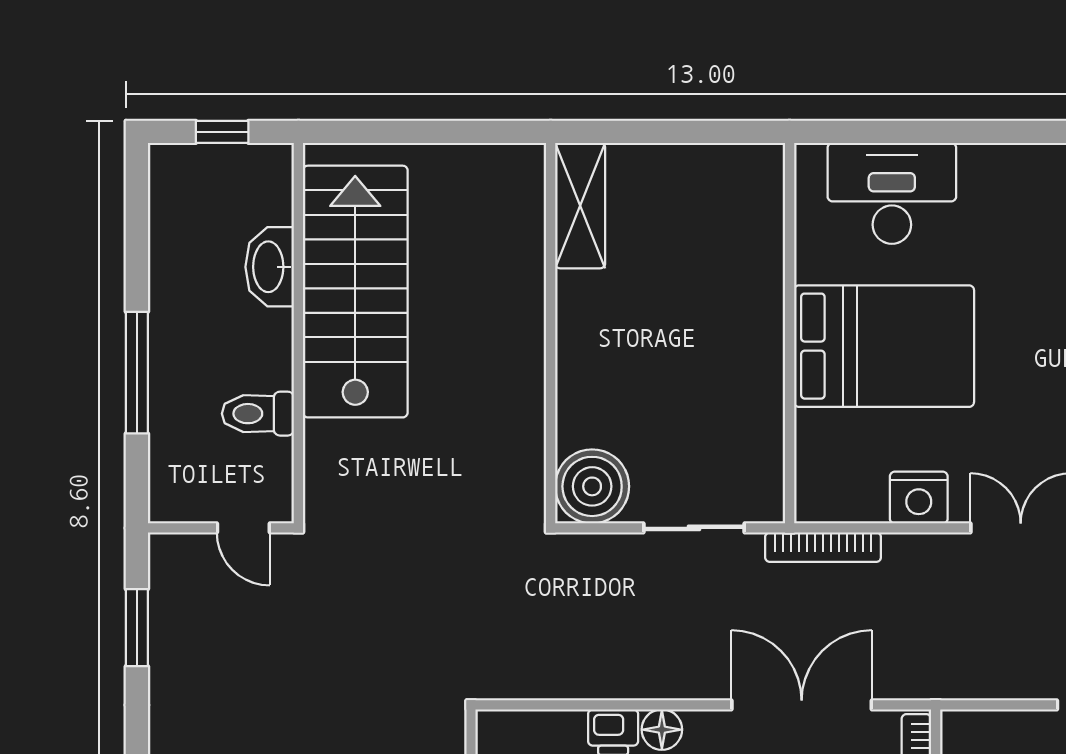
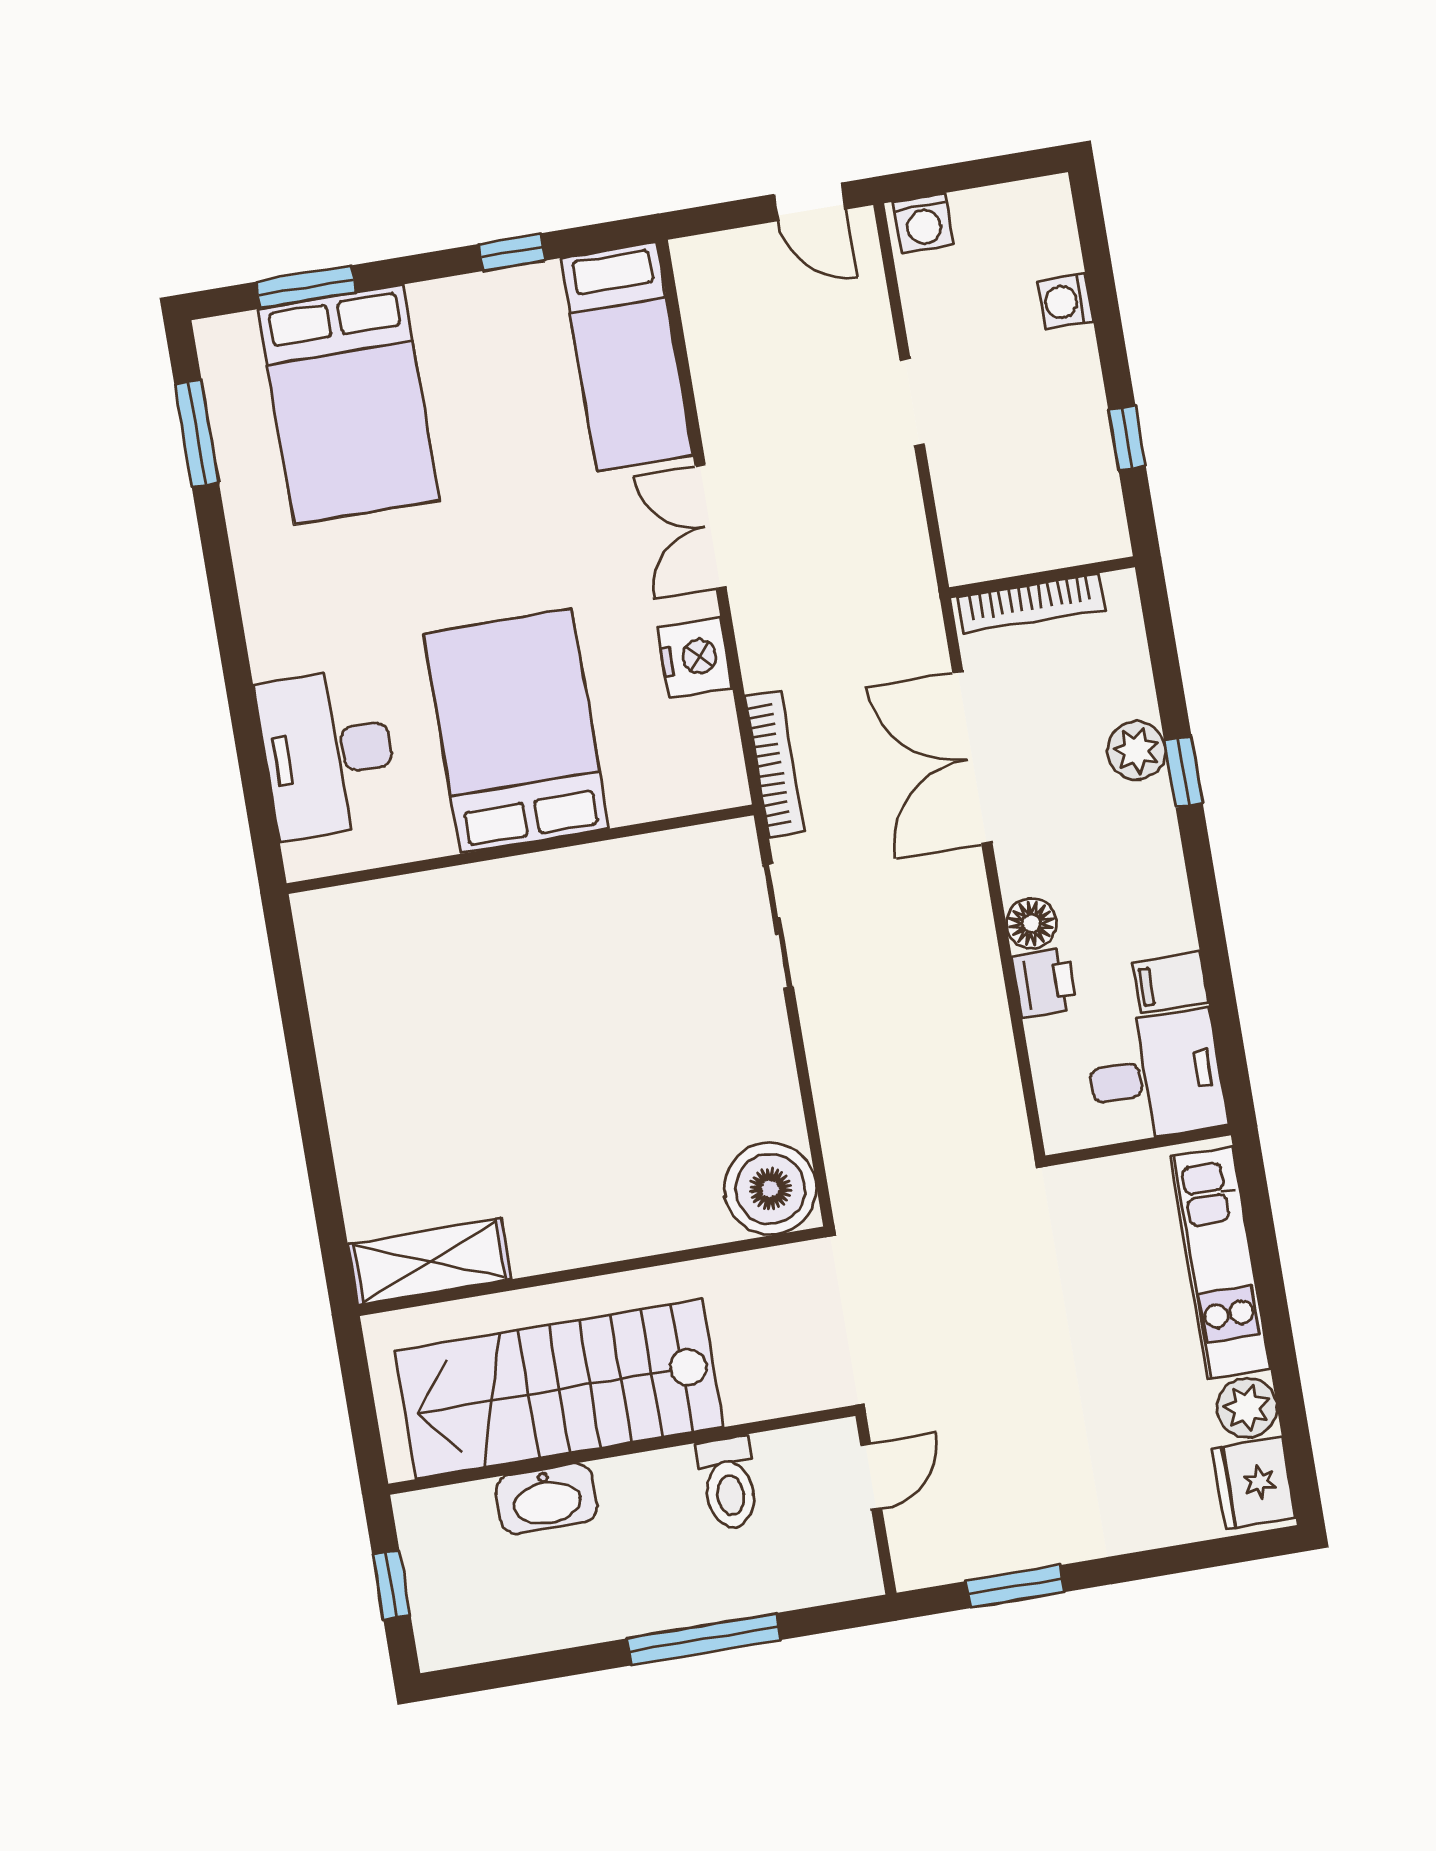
shelving: (580, 206) -> (429, 1262), moved
wall: (551, 333) -> (592, 1271), moved
boiler: (592, 486) -> (770, 1189), moved

